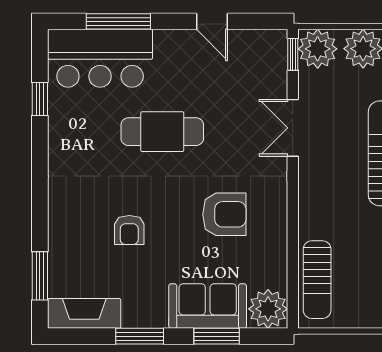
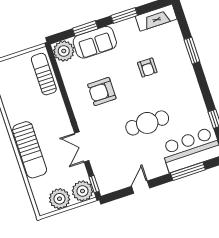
door: (212, 21) -> (141, 187), hinge flipped
double door: (293, 128) -> (82, 147), swing flipped
armchair: (129, 230) -> (147, 68), turned 180
window: (40, 276) -> (192, 51), moved

